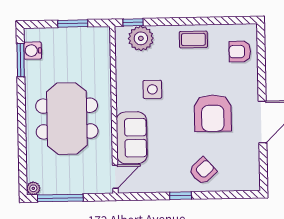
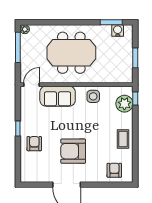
side table: (152, 89) -> (93, 96), moved
armchair: (203, 171) -> (34, 144), turned -138
door: (115, 177) -> (32, 85), swing flipped

